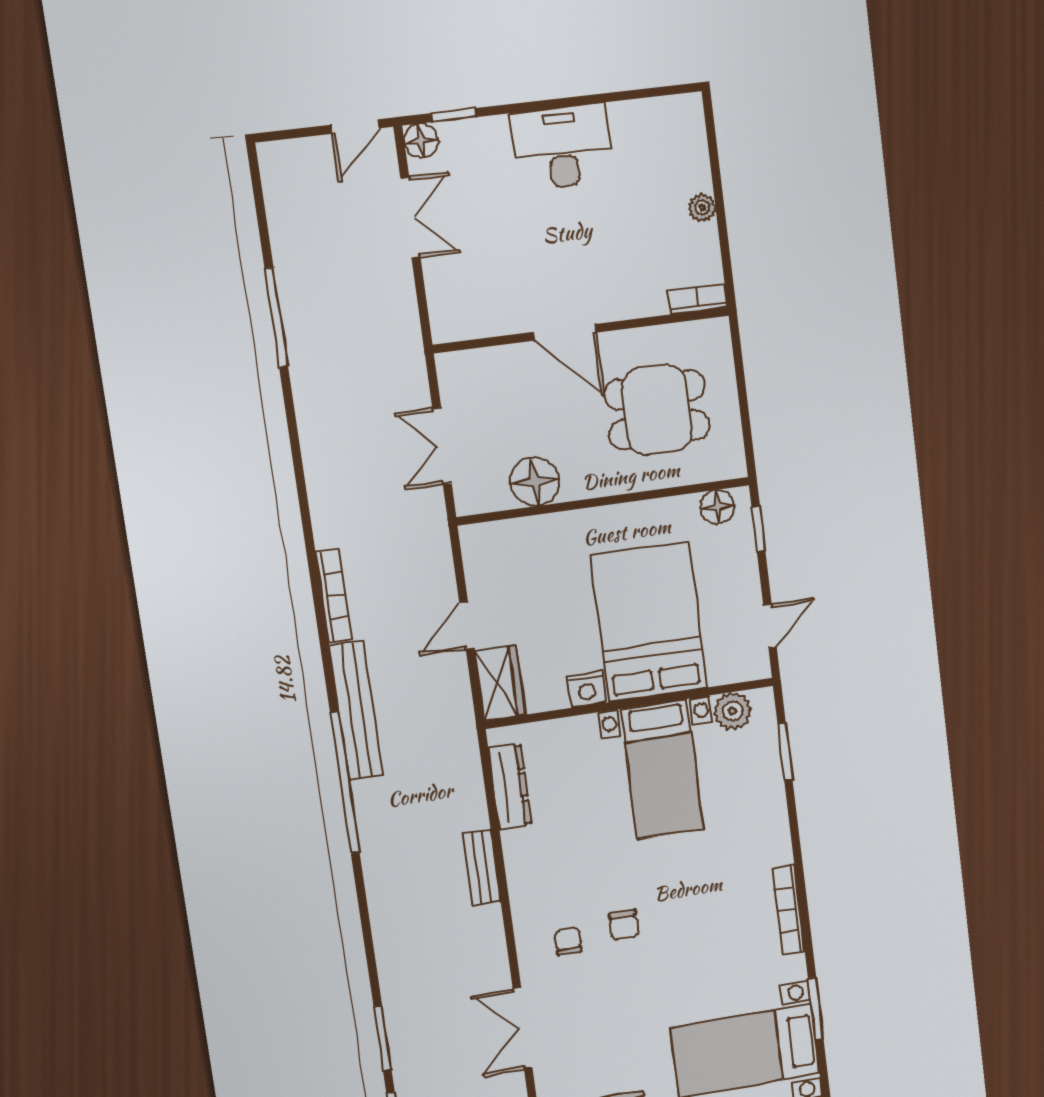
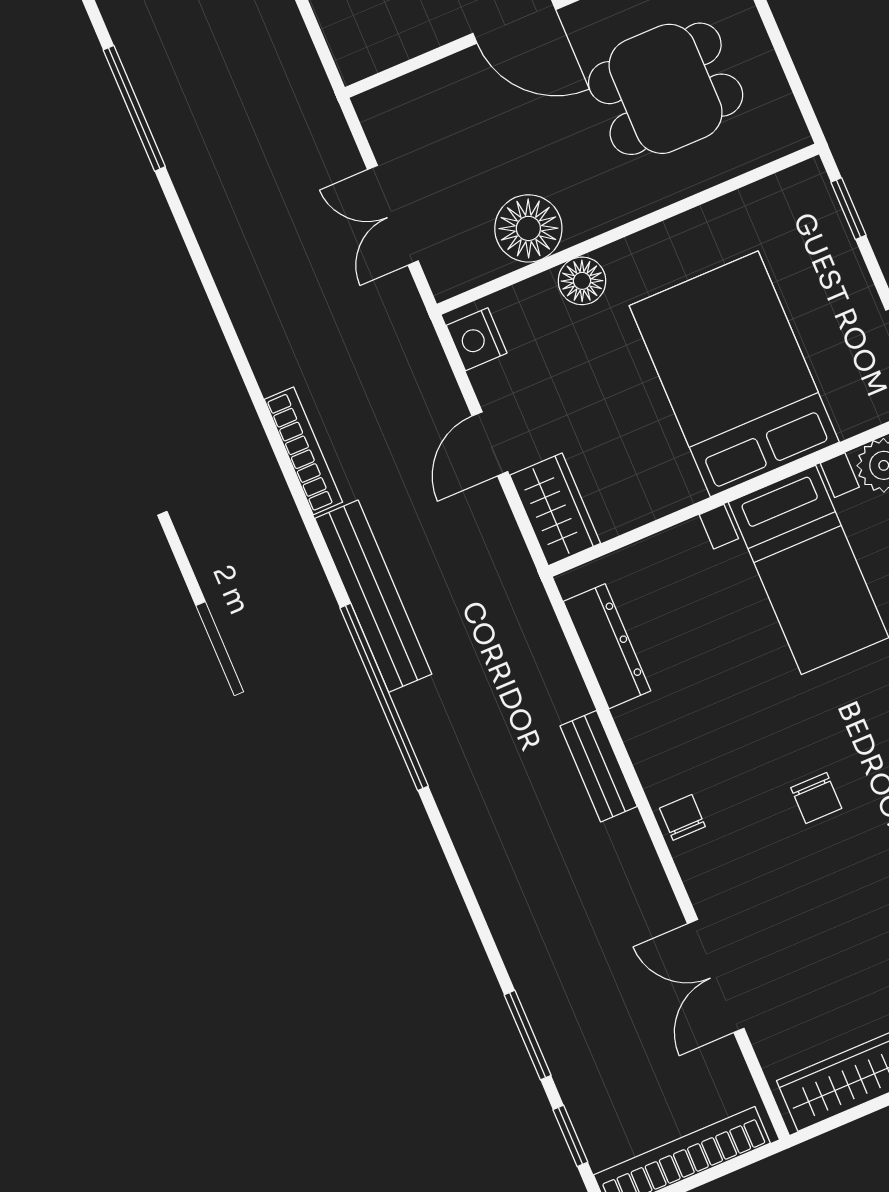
floor lamp: (717, 507) -> (582, 281), moved
nightstand: (587, 689) -> (477, 339), moved, turned 90
chair: (568, 941) -> (682, 817), moved

